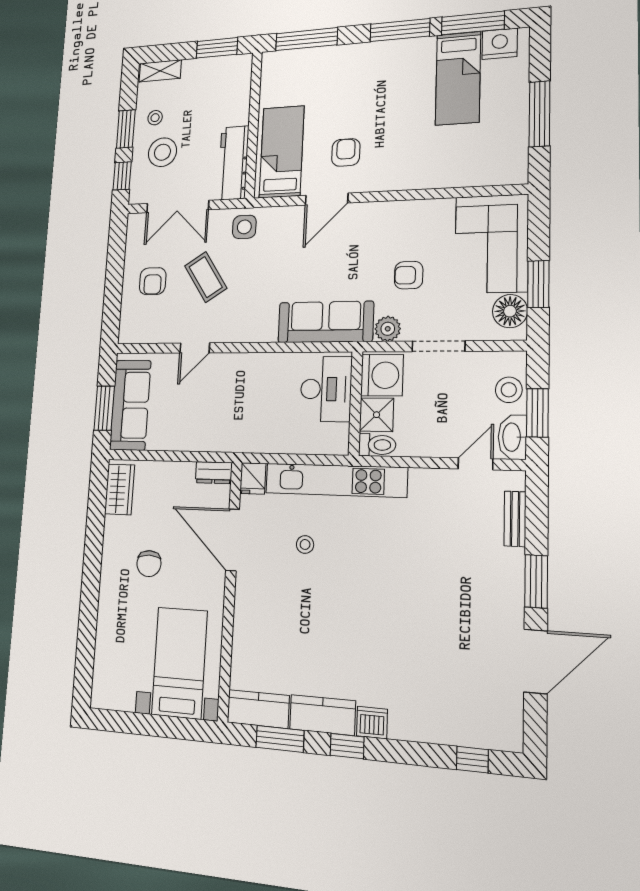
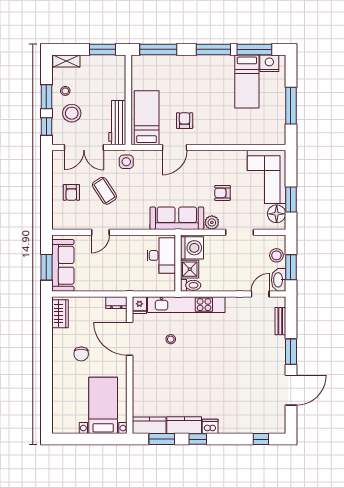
washing machine: (382, 375) -> (192, 248), moved
desk: (326, 389) -> (161, 255), moved
wall: (356, 403) -> (178, 263), moved
shower: (376, 415) -> (190, 269), moved
toilet: (377, 445) -> (191, 285), moved

